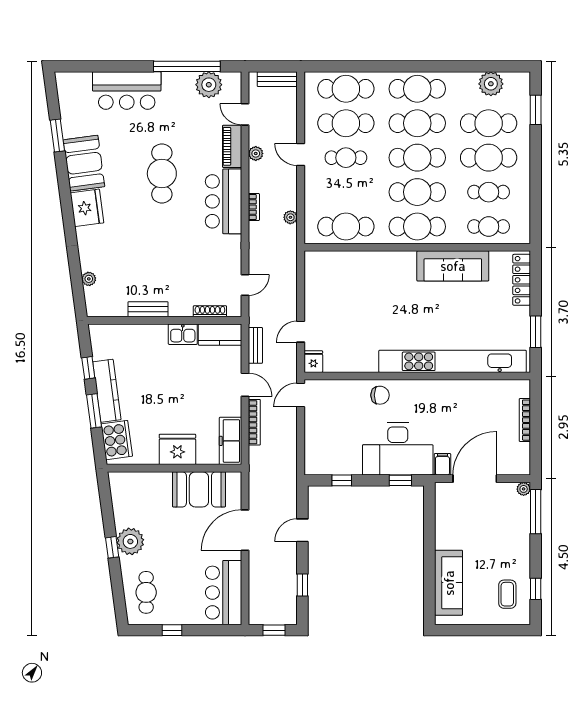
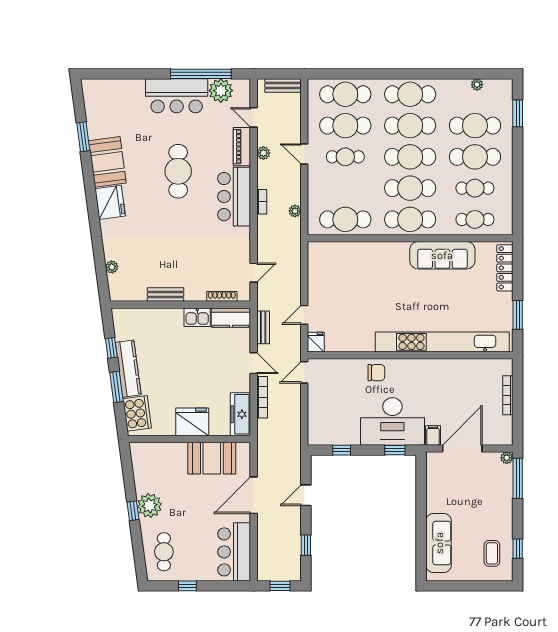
plant: (491, 84) -> (477, 85), width x0.53, depth x0.53
bar counter: (127, 90) -> (177, 96), moved

